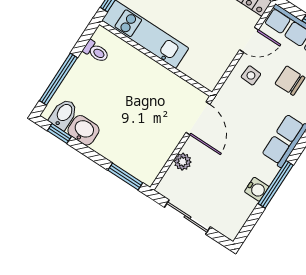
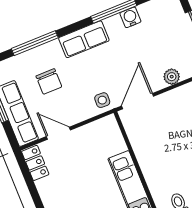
side table: (251, 75) -> (102, 100), moved

